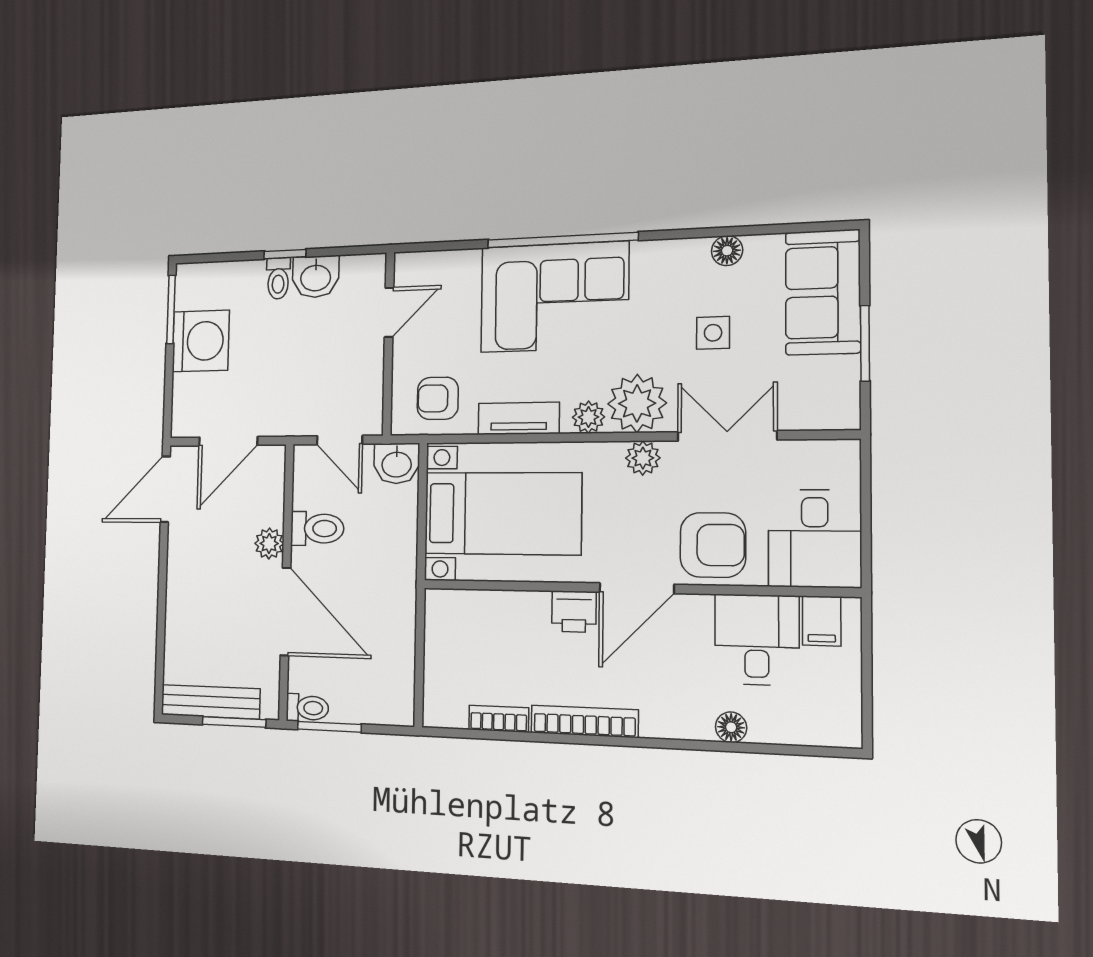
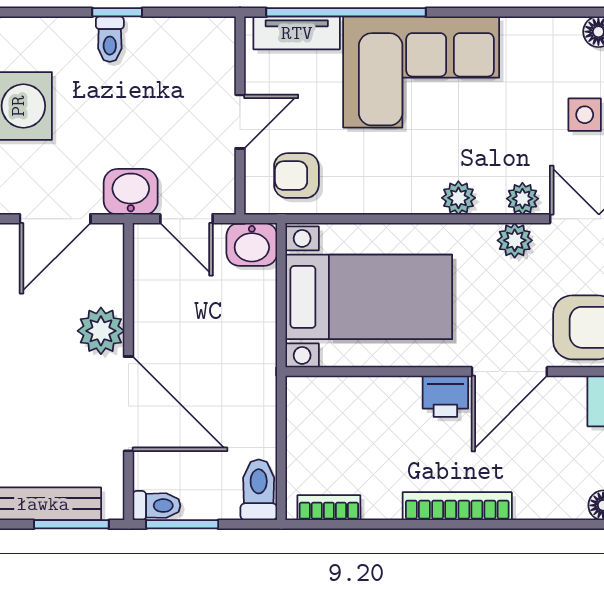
window: (562, 240) -> (346, 12), moved
washbasin: (316, 277) -> (131, 192), moved, turned 180
door: (389, 312) -> (240, 122), moved
plant: (637, 403) -> (522, 199), width x0.53, depth x0.53
tv unit: (519, 418) -> (297, 33), moved, turned 180
toilet: (317, 529) -> (259, 490), moved, turned -90
plant: (269, 543) -> (101, 331), width x1.38, depth x1.38
bookcase: (499, 719) -> (329, 508), moved

